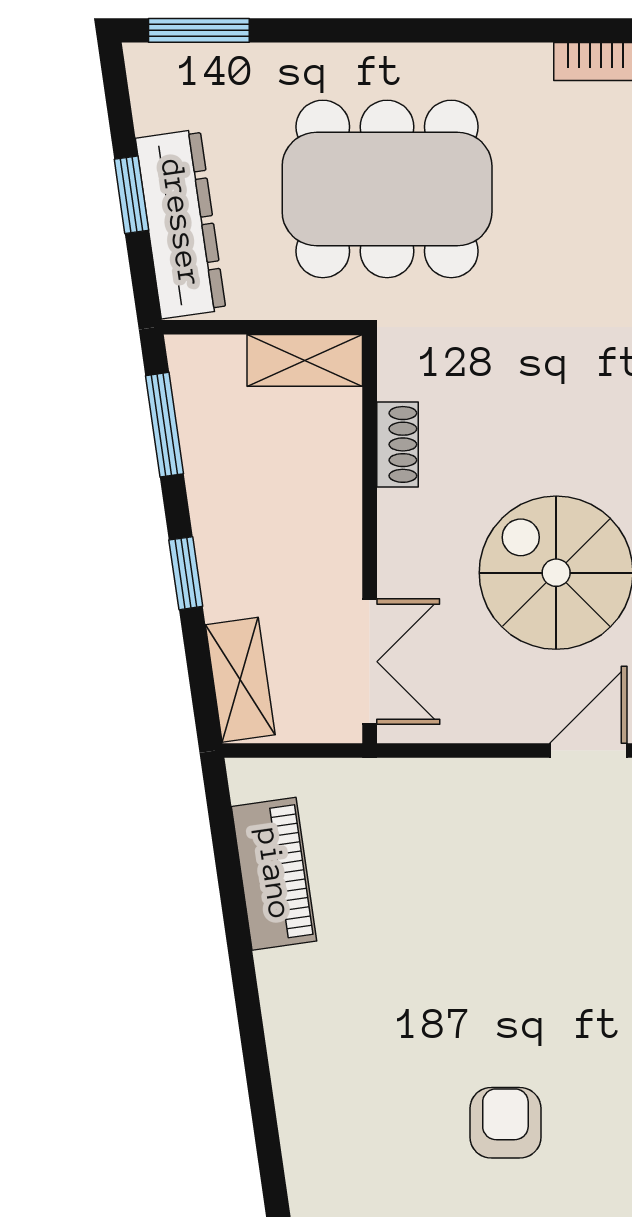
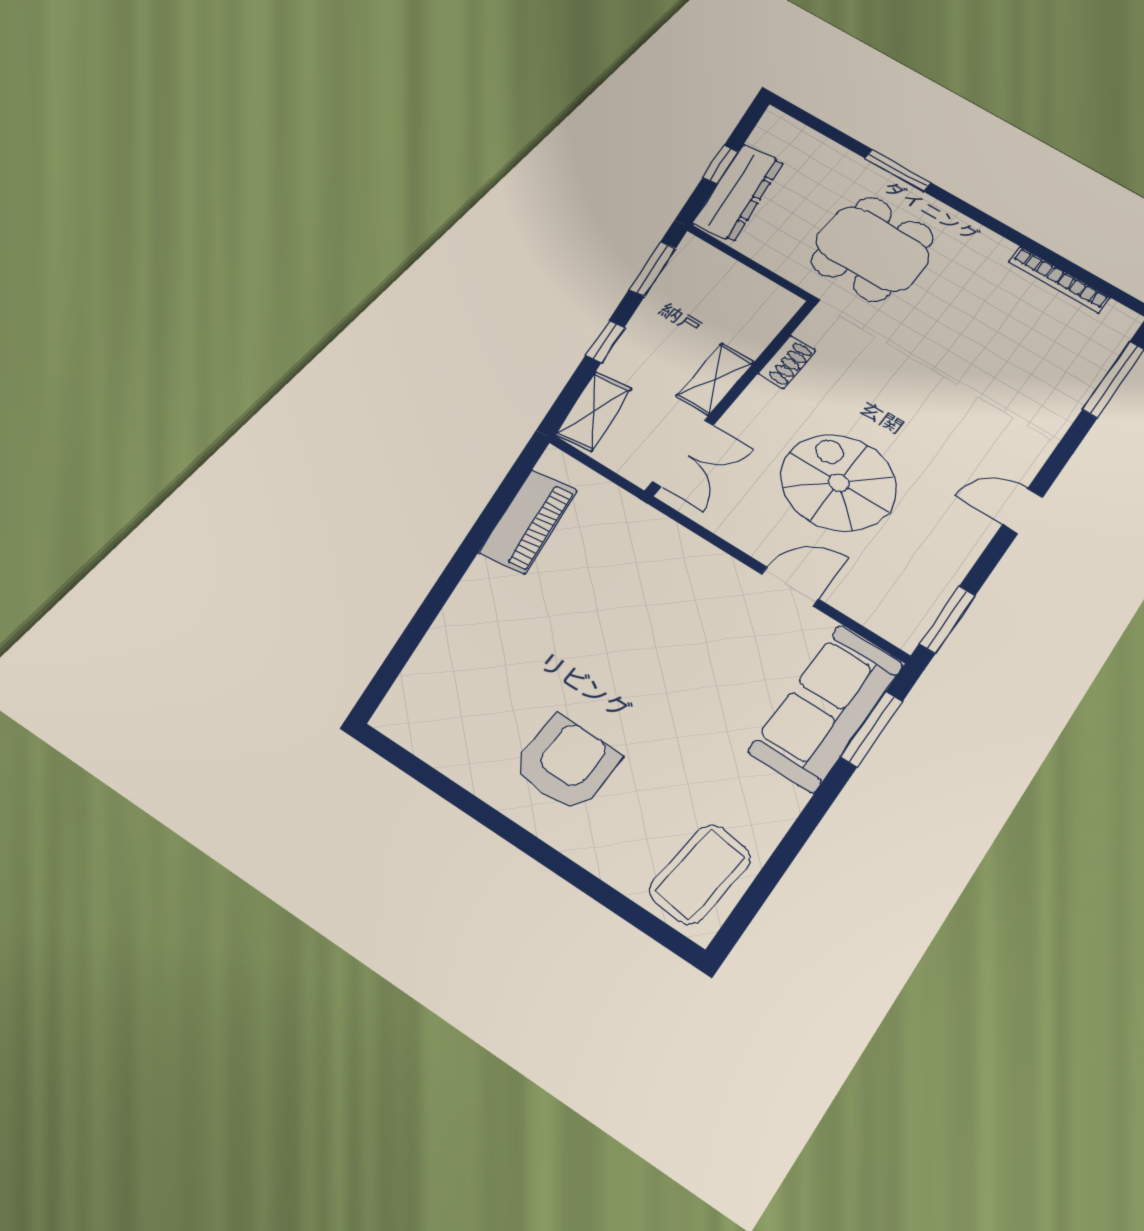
window: (199, 30) -> (898, 170), moved
dining table: (387, 189) -> (873, 249), width x0.73
shelving: (305, 360) -> (715, 379), moved, turned 90
armchair: (505, 1123) -> (567, 763), width x1.38, depth x1.38

